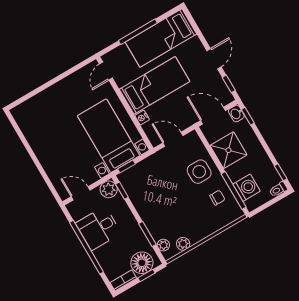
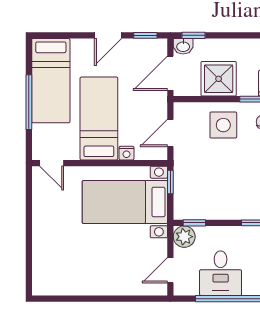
door: (214, 59) -> (108, 35), swing flipped
window: (127, 166) -> (170, 182), moved

